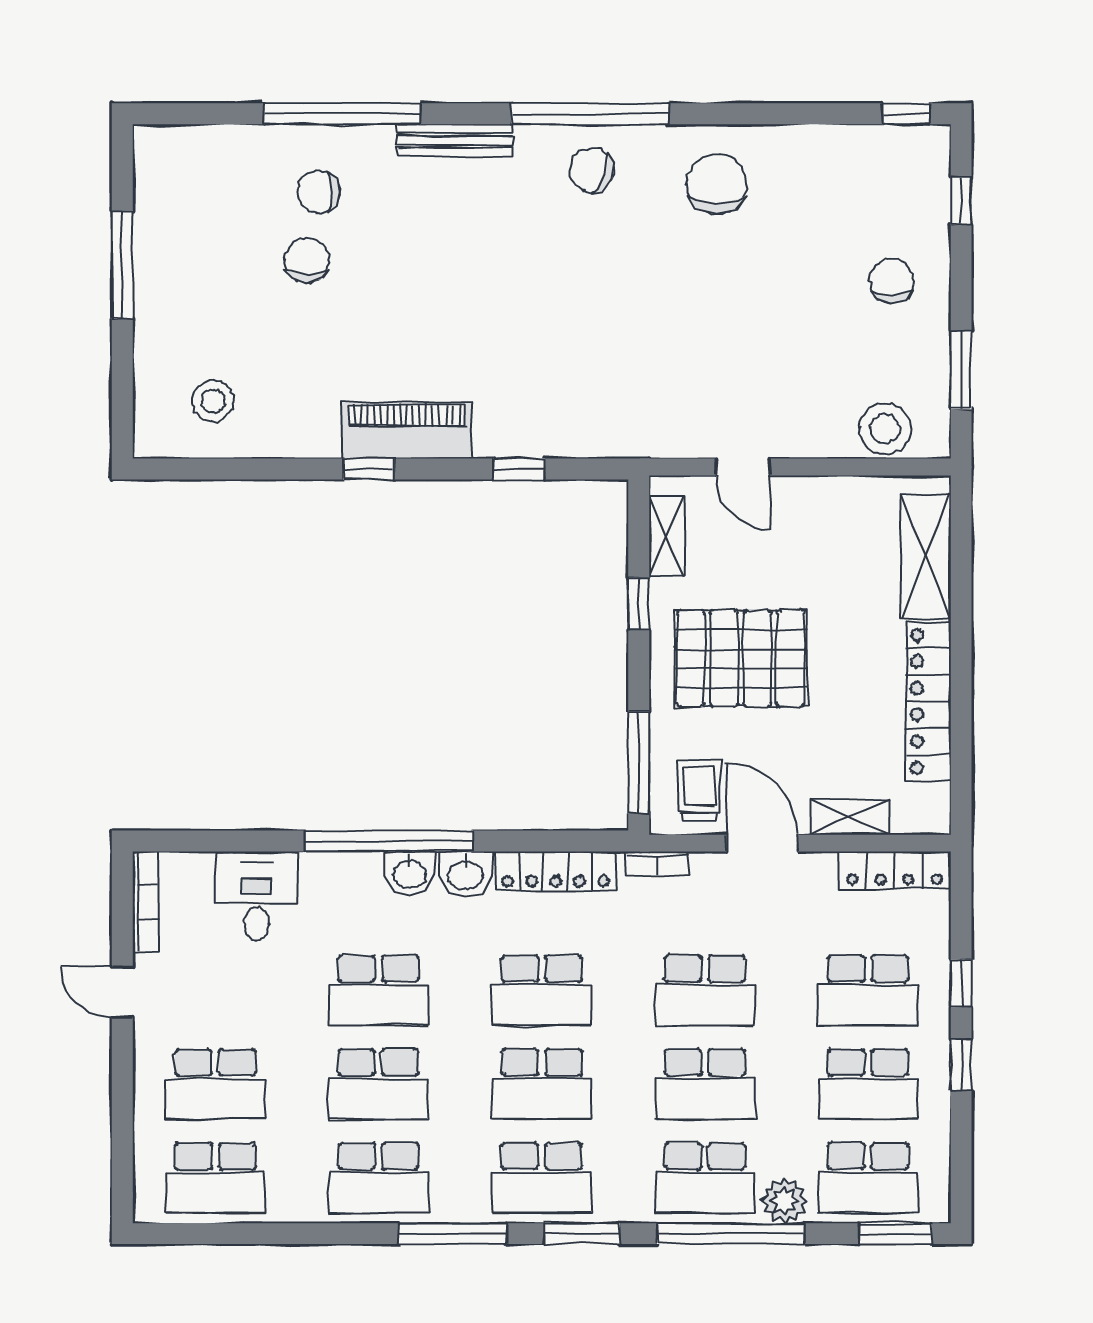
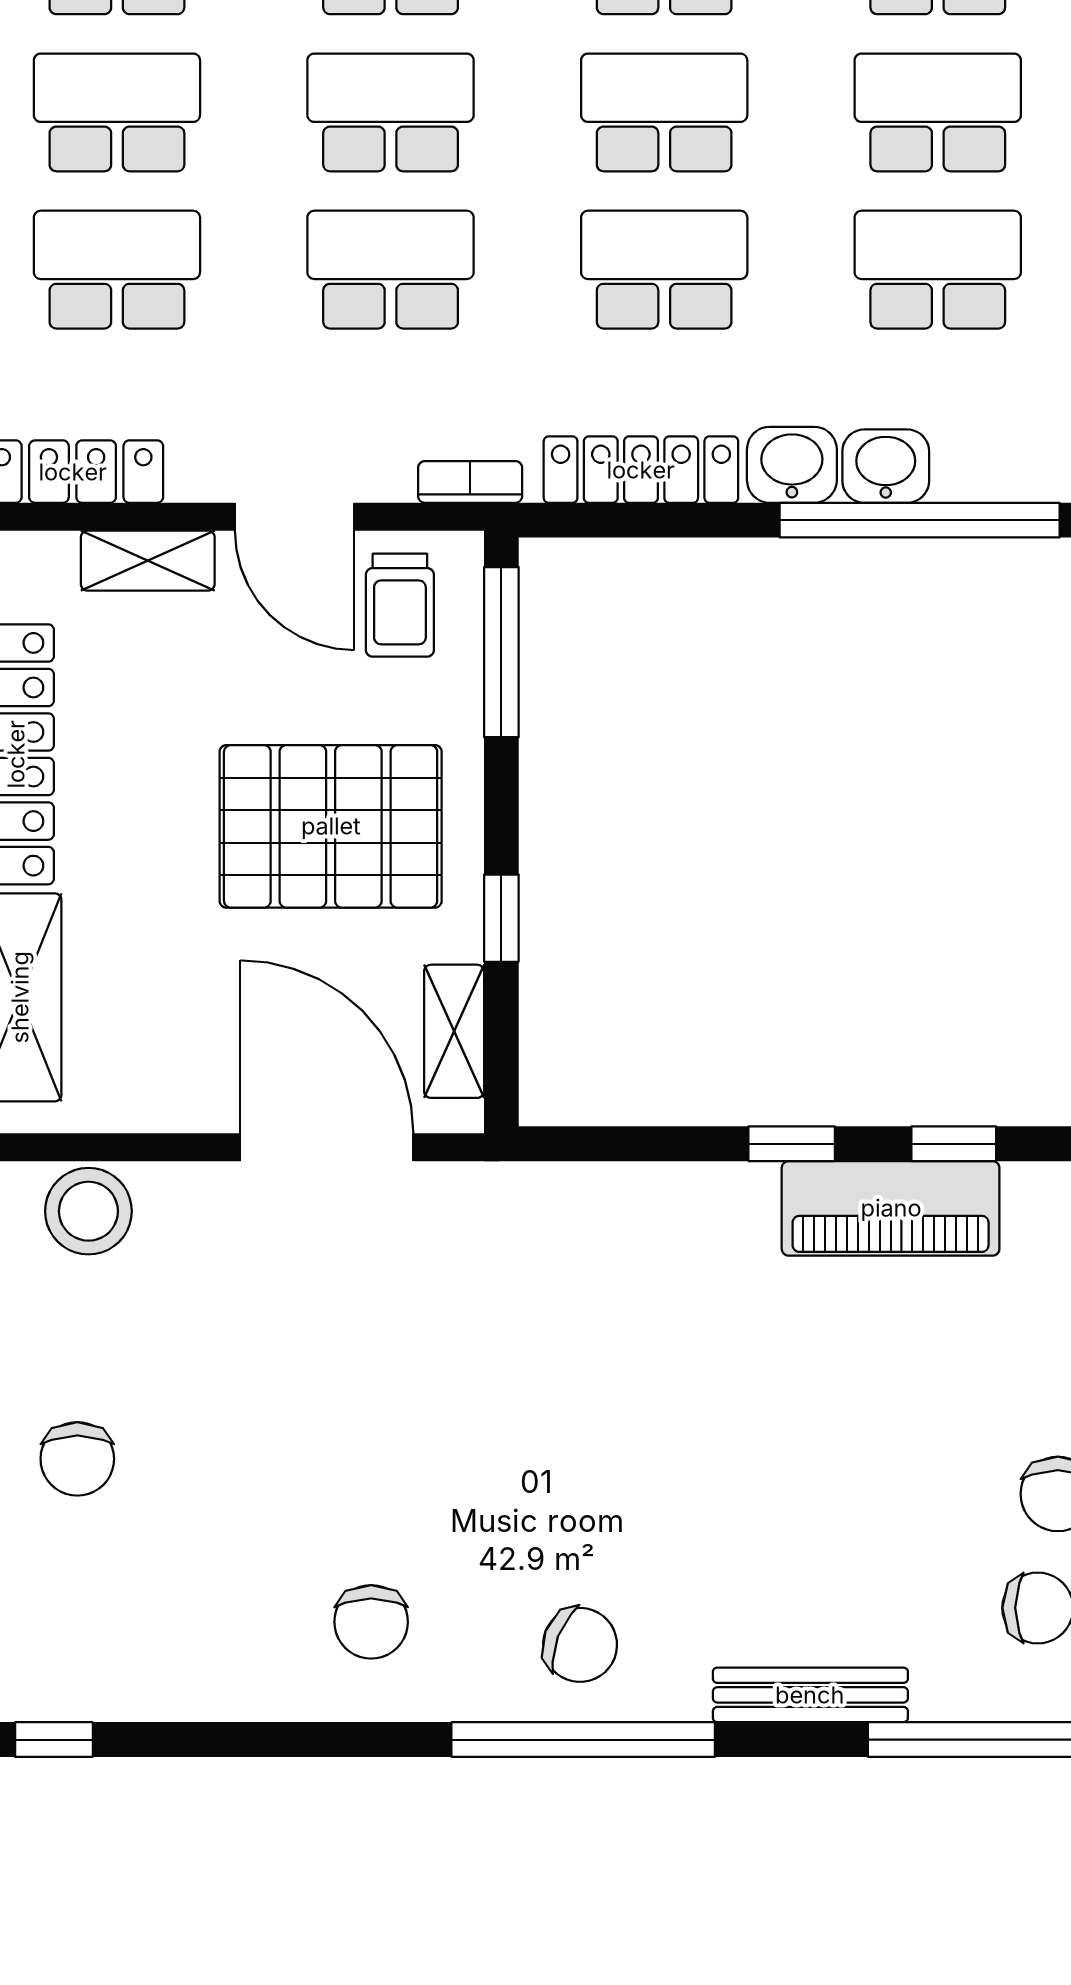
chair: (716, 184) -> (371, 1622), width x0.73, depth x0.73
door: (743, 467) -> (327, 1147), width x1.87
window: (519, 469) -> (792, 1144), moved

